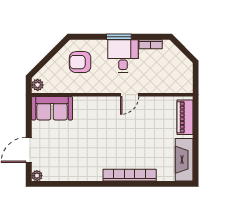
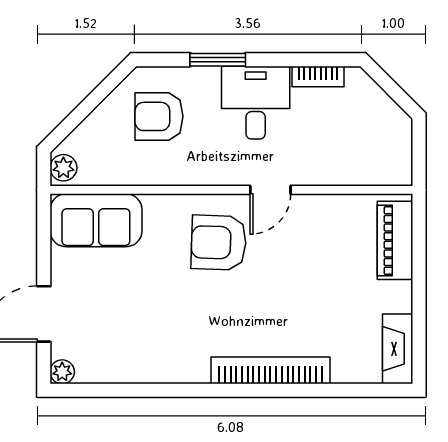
window: (119, 37) -> (218, 60), moved
armchair: (107, 118) -> (219, 243), added
fireplace: (184, 160) -> (398, 349), width x0.73, depth x0.76

